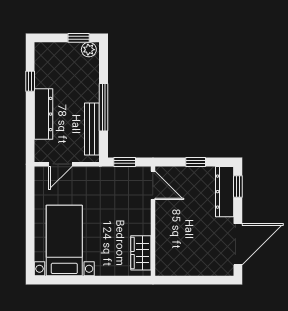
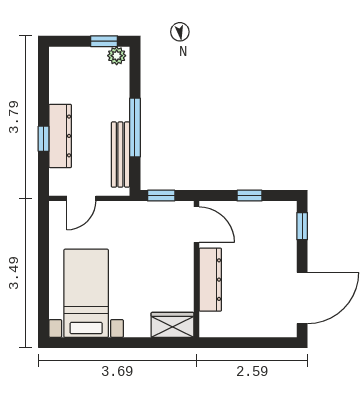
window: (30, 81) -> (44, 139), moved
dresser: (225, 192) -> (210, 280), moved, turned 180
wardrobe: (141, 253) -> (172, 325), moved, turned 90

